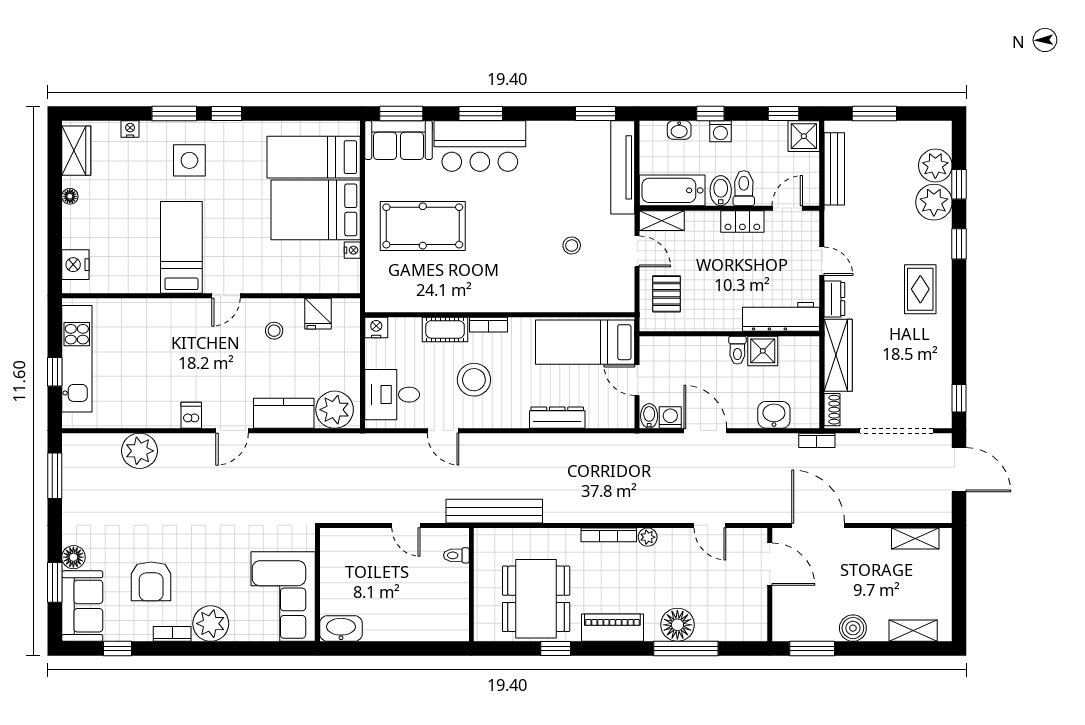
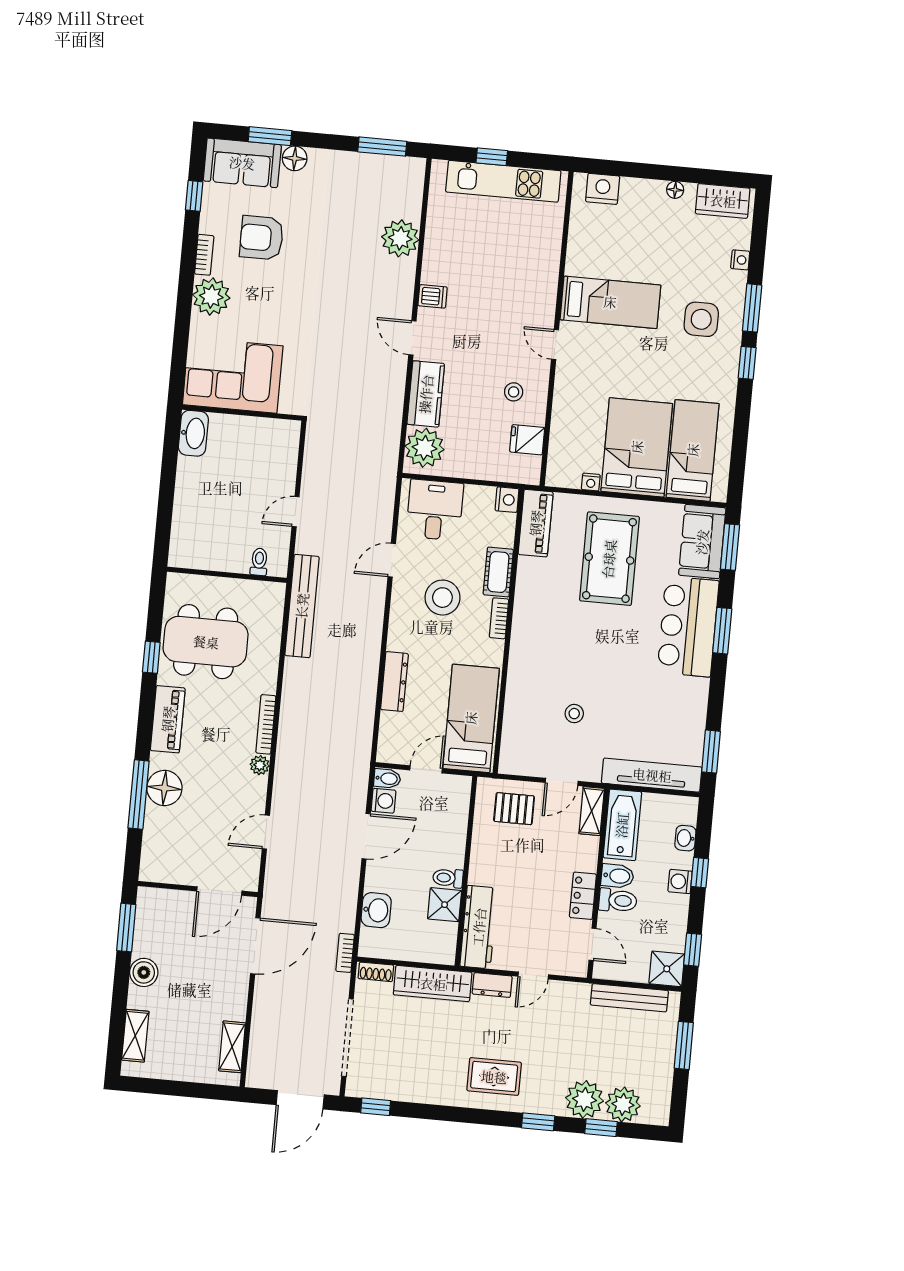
piano: (396, 298) -> (536, 523), added

